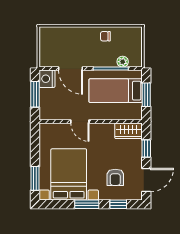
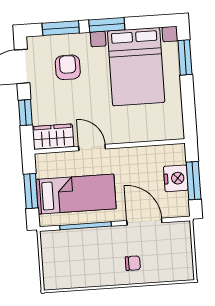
chair: (105, 36) -> (133, 263), moved
plant: (123, 62) -> (69, 237), removed
nightstand: (47, 79) -> (176, 178), moved
door: (80, 122) -> (92, 148), moved
window: (118, 204) -> (61, 28), width x1.50

